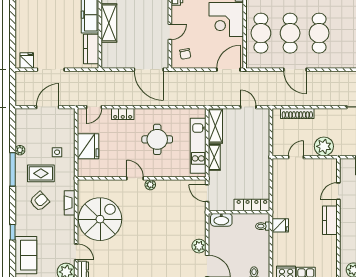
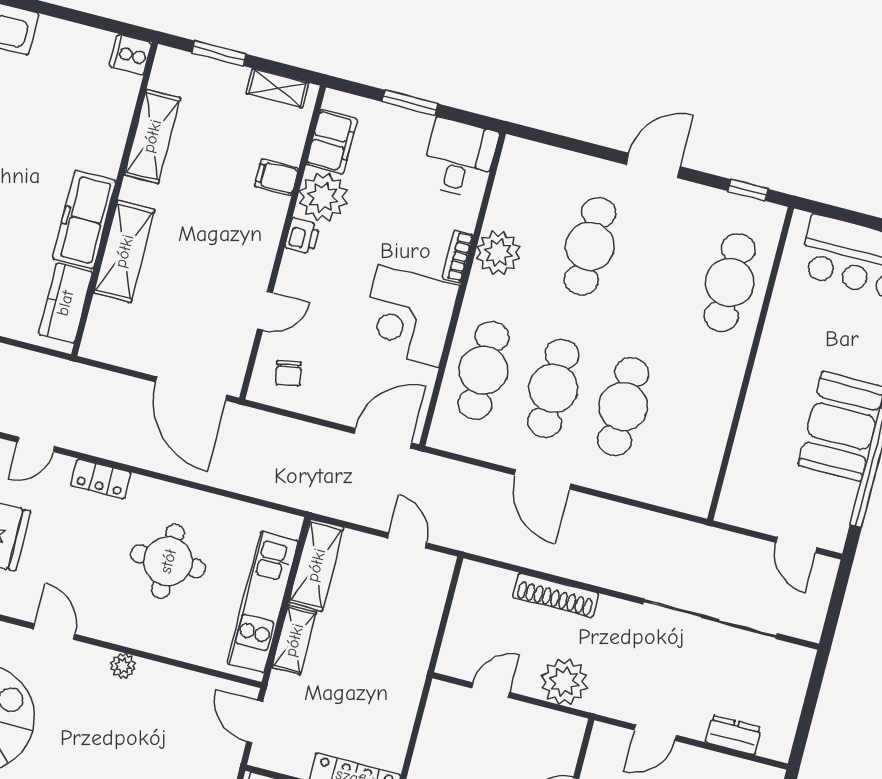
shoe rack: (297, 114) -> (556, 595), moved
door: (135, 178) -> (54, 632), moved

